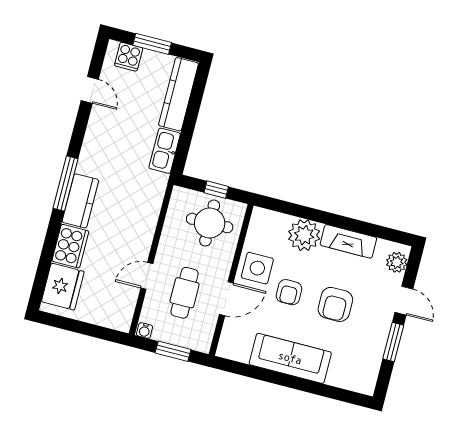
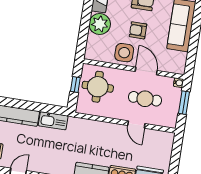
armchair: (289, 292) -> (138, 30), turned 180
water cooler: (145, 331) -> (179, 83), moved

